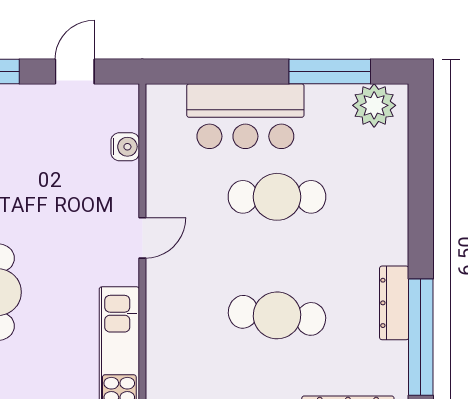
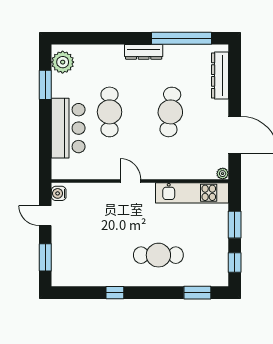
window: (330, 72) -> (45, 85), width x0.69
water cooler: (125, 147) -> (59, 193), moved, turned -90
dresser: (394, 303) -> (144, 52), moved

